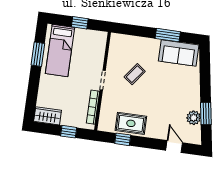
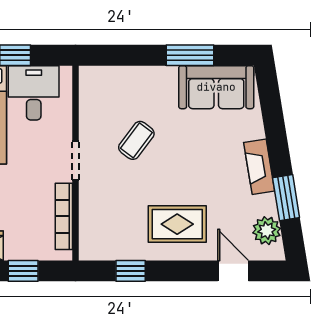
desk: (86, 43) -> (34, 93), added
fireplace: (195, 96) -> (259, 167), added
plant: (194, 118) -> (267, 231), moved
rug: (131, 123) -> (177, 224), moved

